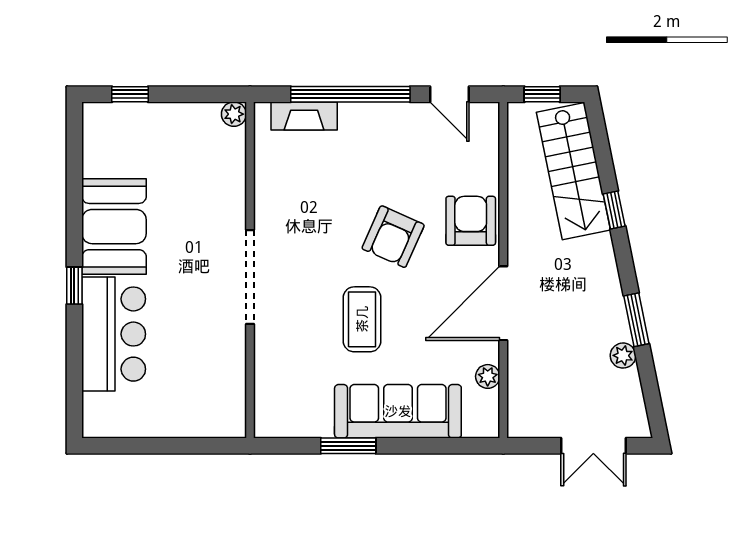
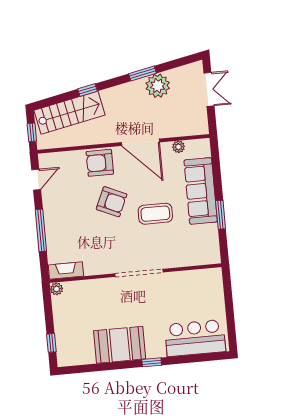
window: (350, 94) -> (41, 230), width x0.68
fireplace: (304, 116) -> (66, 271), moved, turned -90
bar counter: (114, 334) -> (195, 338), moved
plant: (623, 356) -> (158, 86), width x1.88, depth x1.88

